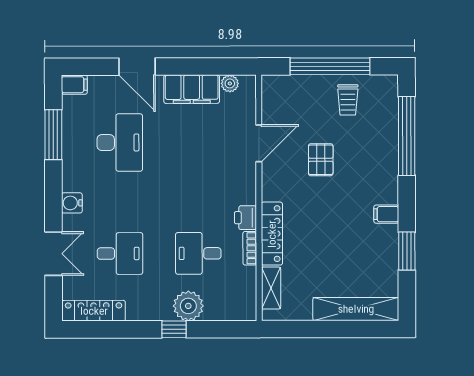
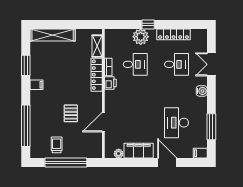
desk: (120, 254) -> (176, 64), turned 180
locker: (94, 311) -> (174, 34), moved

